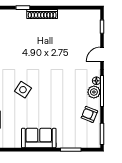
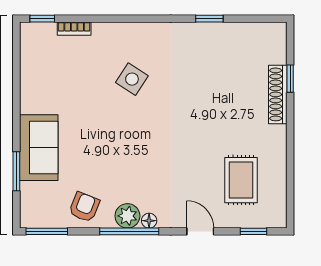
shoe rack: (42, 14) -> (278, 94), moved
rug: (75, 33) -> (241, 180), added
sofa: (39, 138) -> (39, 148), moved

